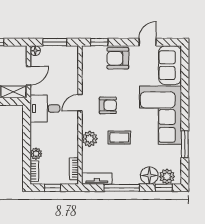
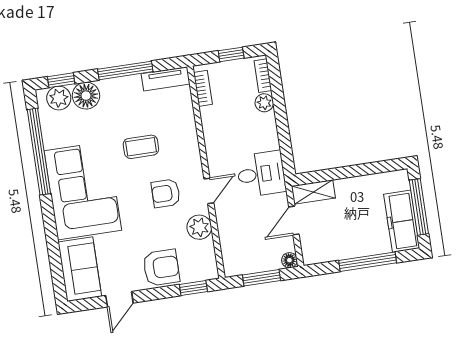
plant: (90, 139) -> (199, 227), moved
window: (185, 144) -> (39, 152), width x2.11

